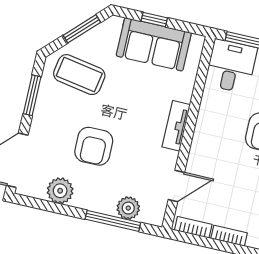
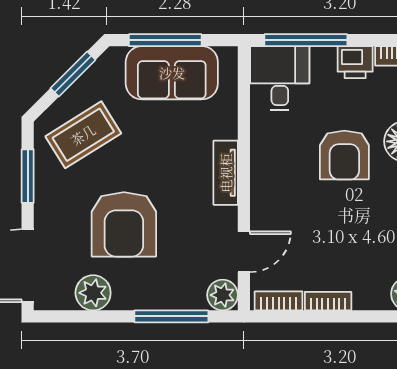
window: (154, 20) -> (165, 40), width x2.17
coffee table: (79, 75) -> (83, 135), turned -42
armchair: (94, 146) -> (124, 224), width x1.36, depth x1.36
plant: (128, 208) -> (223, 295), moved

